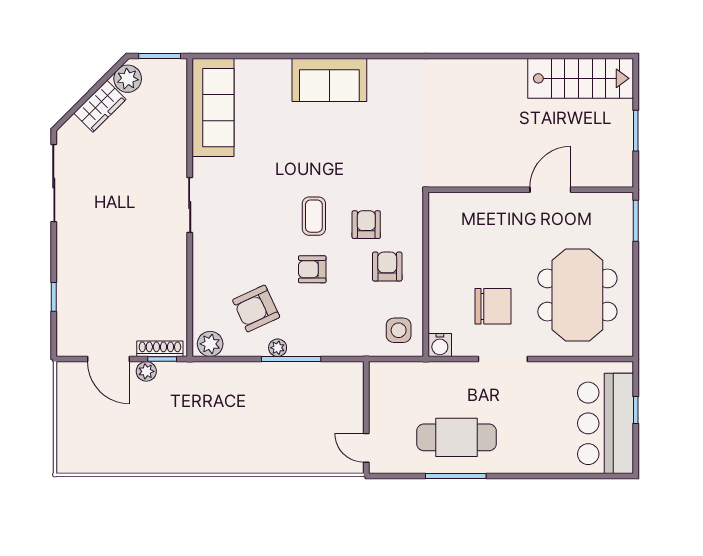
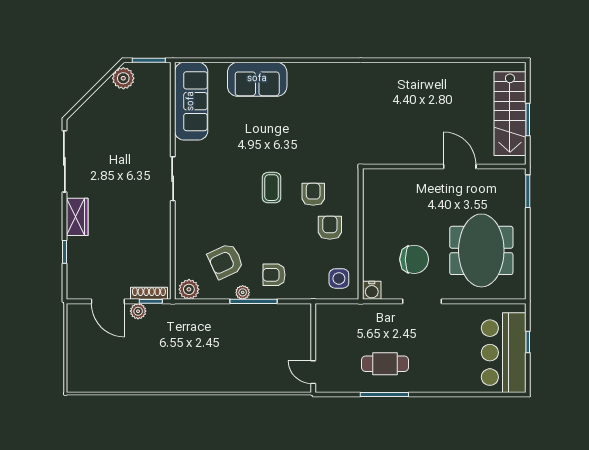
stairs: (581, 78) -> (510, 114), moved, turned 90
sofa: (329, 80) -> (257, 79), moved
wardrobe: (100, 106) -> (77, 217), moved, turned -45
door: (550, 190) -> (460, 167), hinge flipped
armchair: (312, 269) -> (274, 275), moved
cafe table: (456, 437) -> (385, 364), width x0.73, depth x0.74

